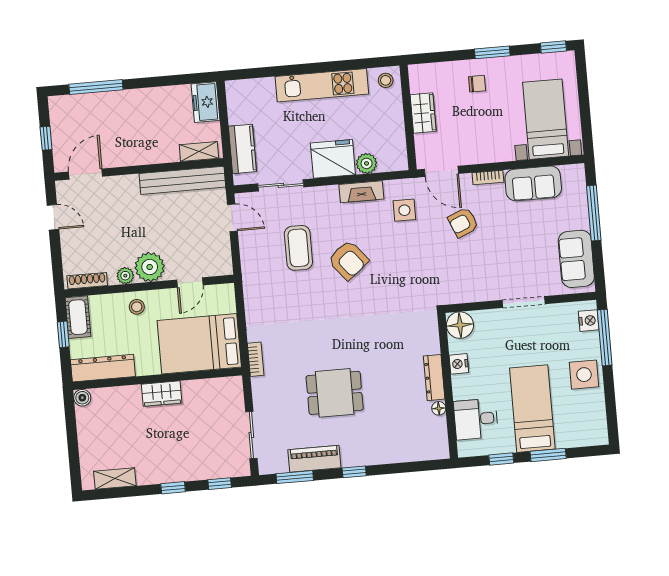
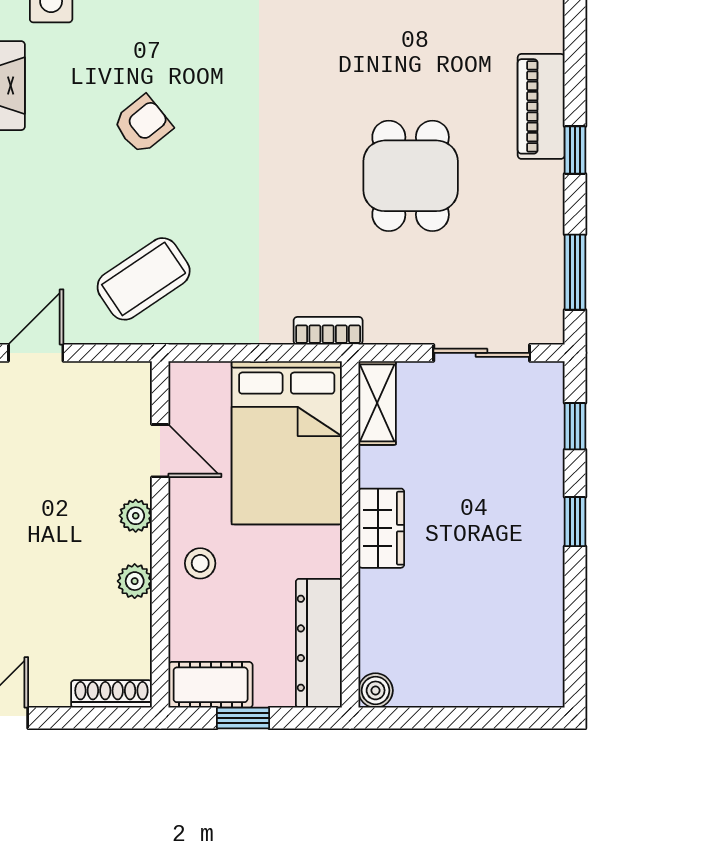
coffee table: (298, 248) -> (144, 279), moved, turned -34
armchair: (348, 260) -> (143, 124), width x0.72, depth x0.72
plant: (150, 267) -> (136, 516), width x0.53, depth x0.53
shoe rack: (87, 281) -> (111, 694), moved, turned 90
piano: (314, 459) -> (541, 106), moved
shelving: (115, 479) -> (377, 403), moved

